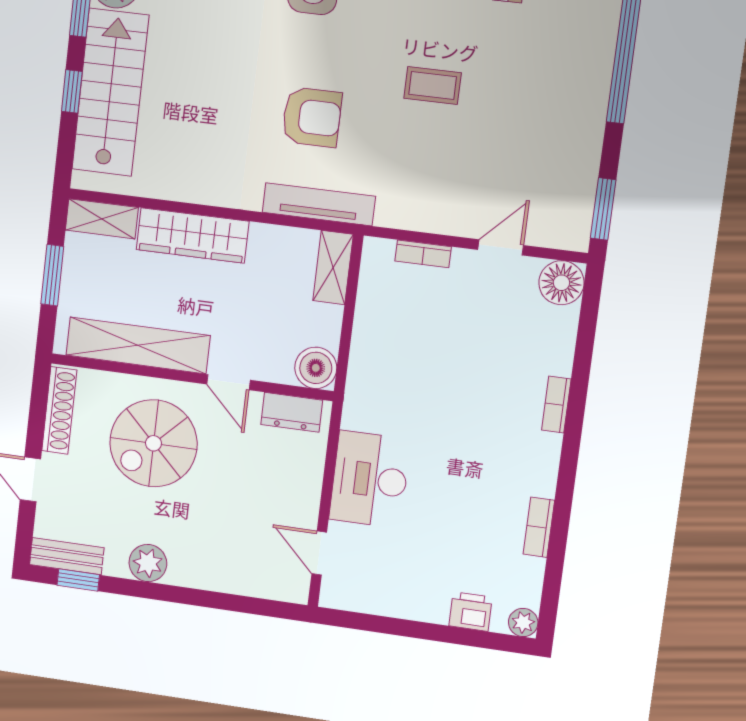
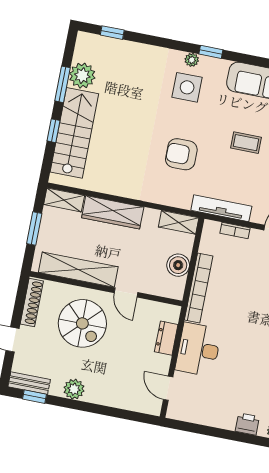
armchair: (312, 117) -> (181, 154), turned 180
tv unit: (319, 204) -> (221, 208), moved
shelving: (333, 268) -> (179, 222), moved, turned 90
bookcase: (362, 366) -> (199, 288), added
boiler: (316, 368) -> (178, 265), moved
dresser: (292, 412) -> (166, 338), moved, turned 90
spiral stairs: (153, 443) -> (82, 323), turned -90

